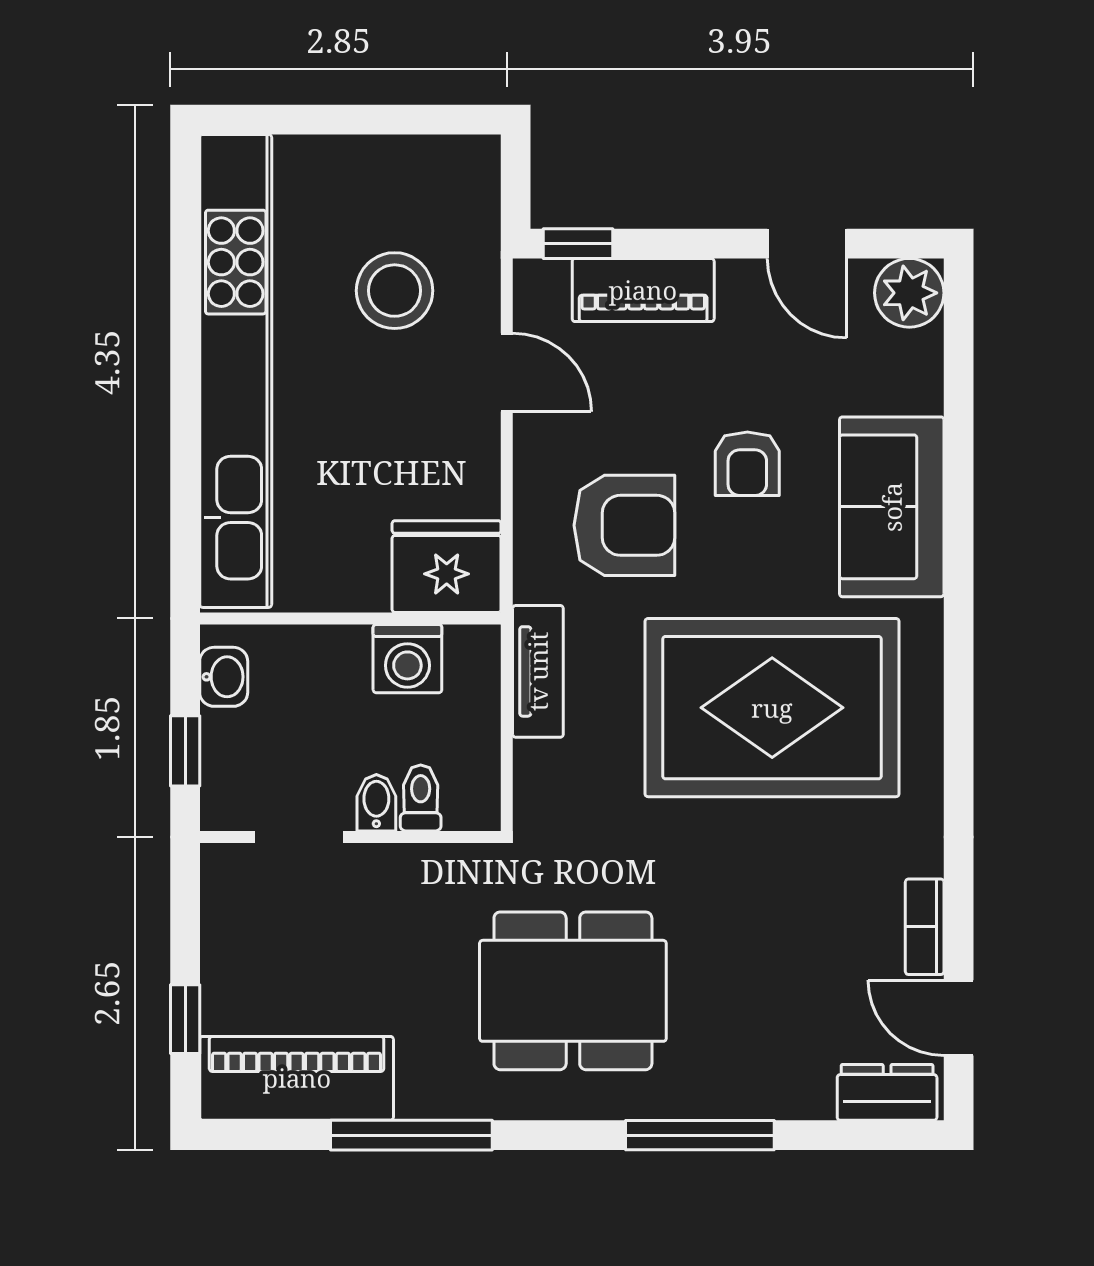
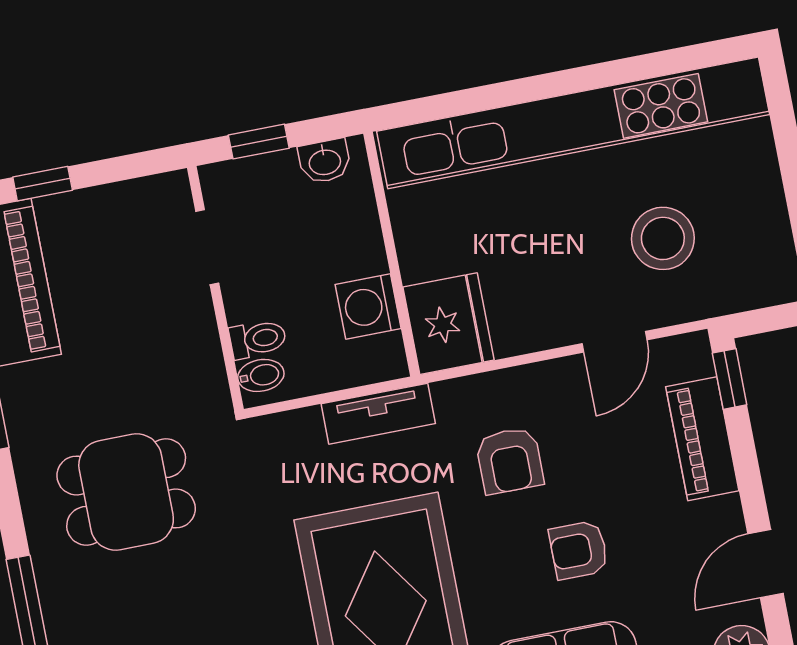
armchair: (624, 525) -> (510, 461), width x0.72, depth x0.72
bidet: (376, 803) -> (261, 375), moved
dining table: (573, 991) -> (126, 492), width x0.73

